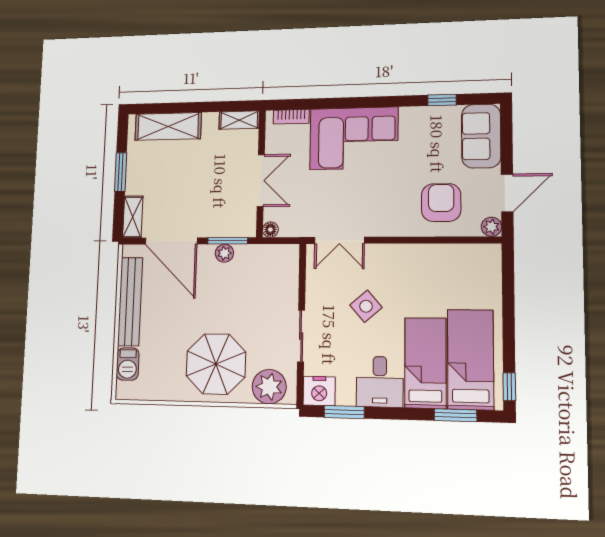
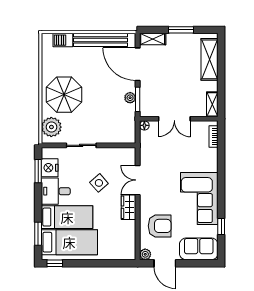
corner sofa: (354, 138) -> (199, 198), moved
double door: (339, 240) -> (138, 180), moved
door: (171, 241) -> (138, 64), hinge flipped
wardrobe: (408, 256) -> (128, 207), added
nightstand: (319, 391) -> (50, 168), moved

